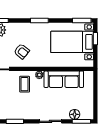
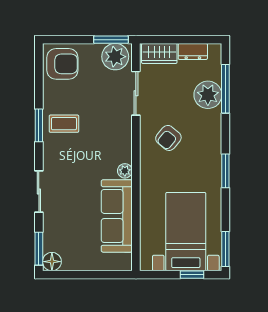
coffee table: (25, 84) -> (64, 124), moved
floor lamp: (75, 114) -> (52, 262), moved

